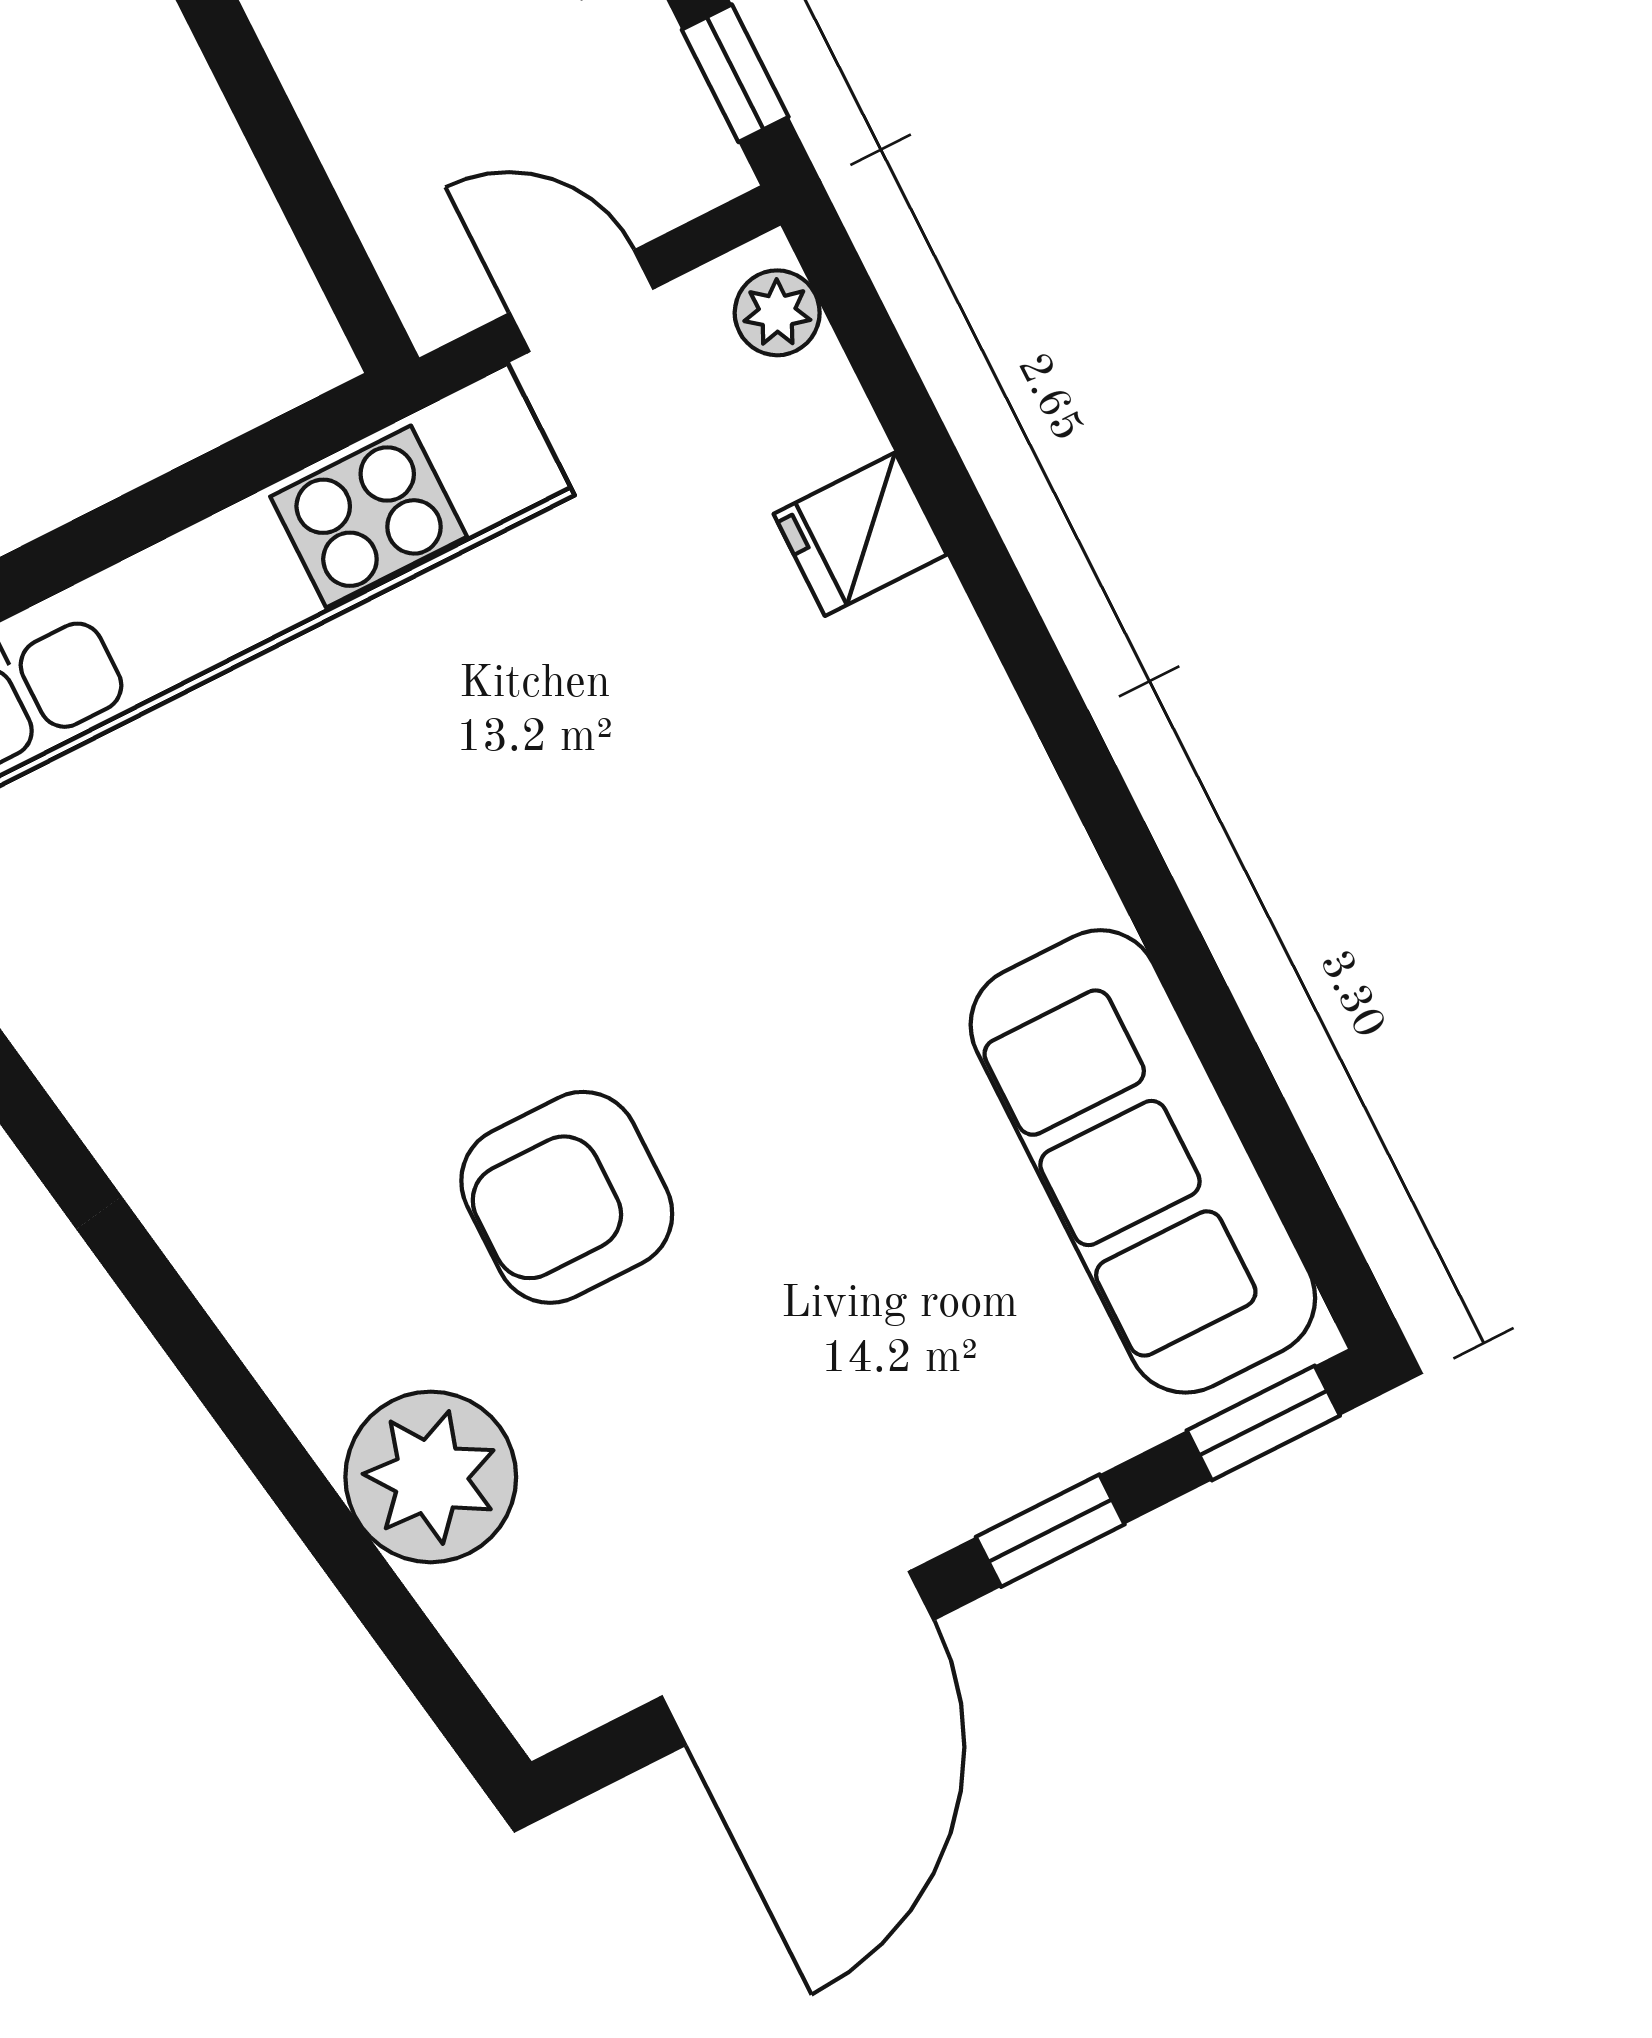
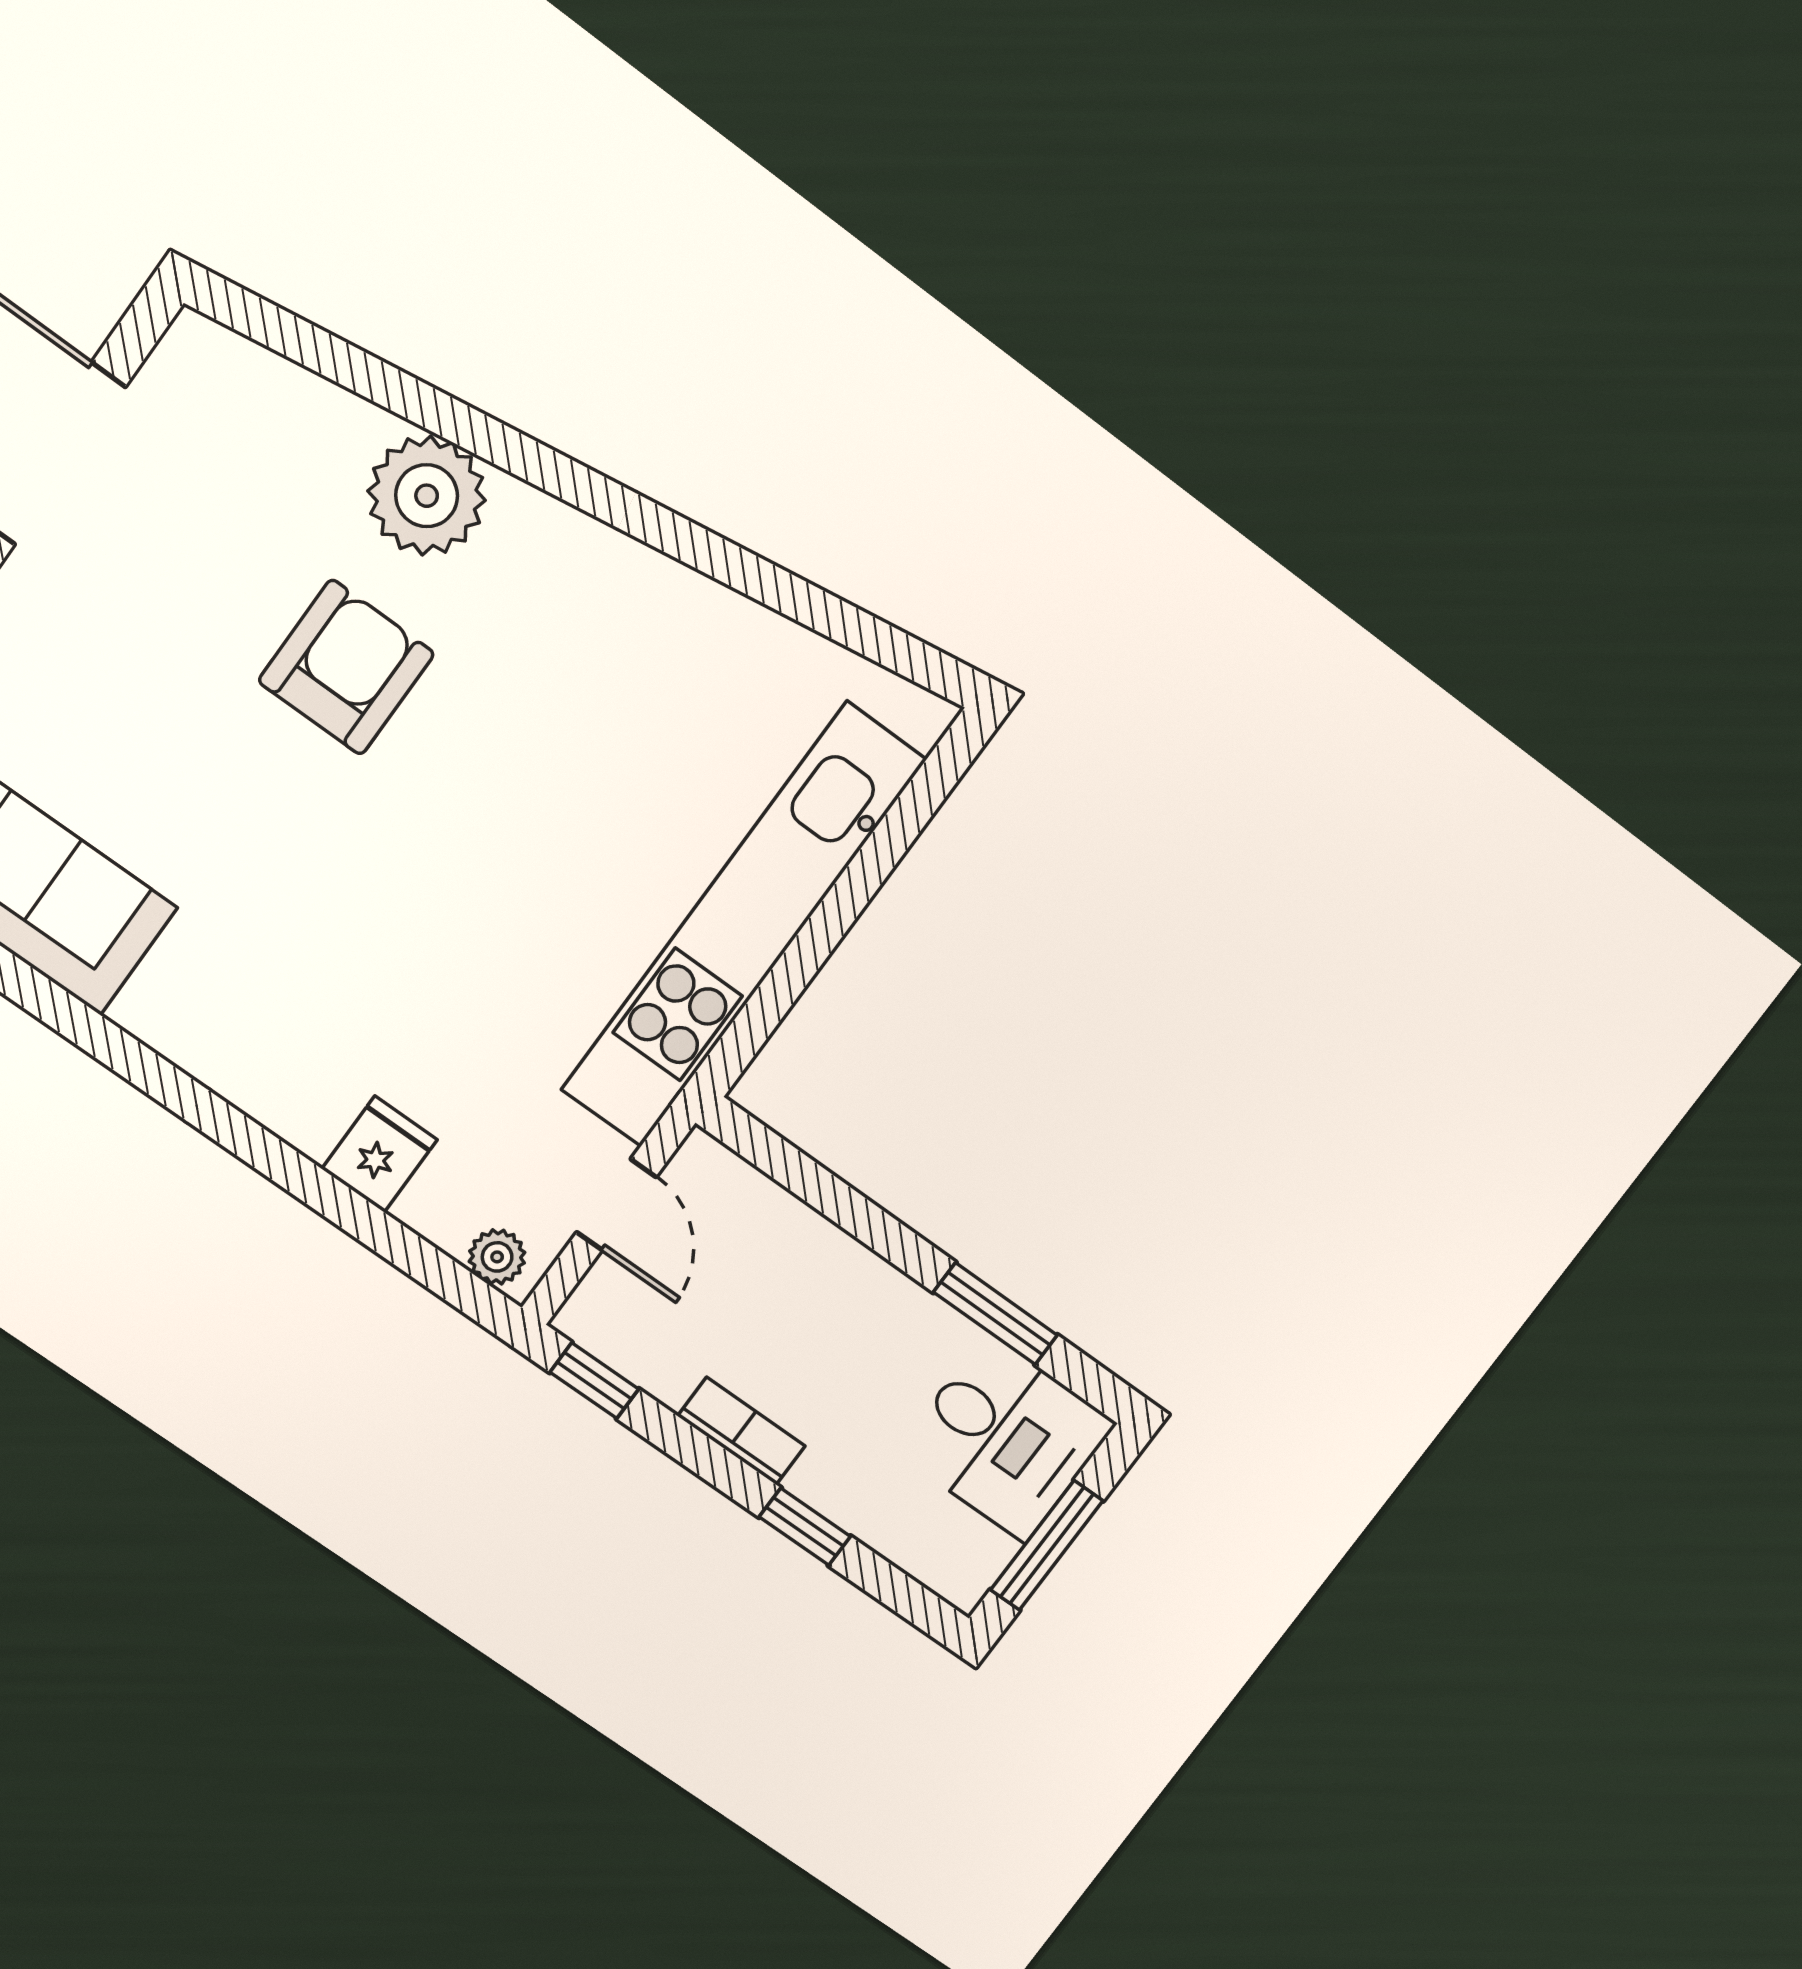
door: (582, 301) -> (616, 1205), hinge flipped
plant: (431, 1477) -> (427, 496), moved

